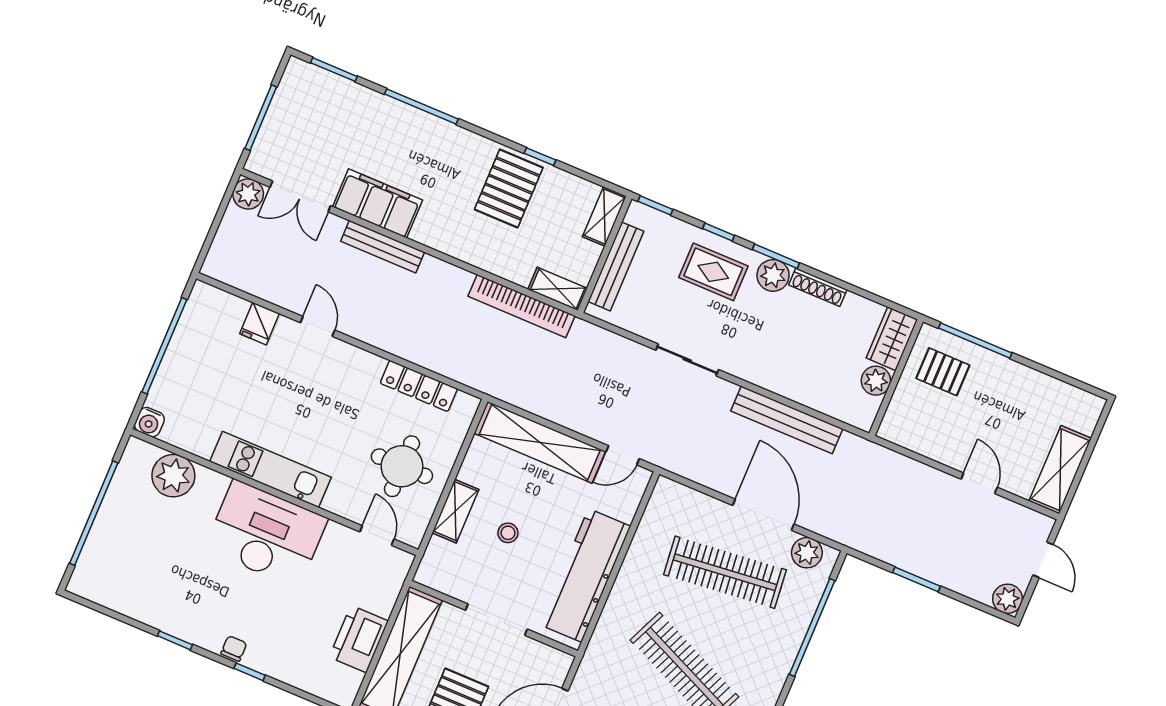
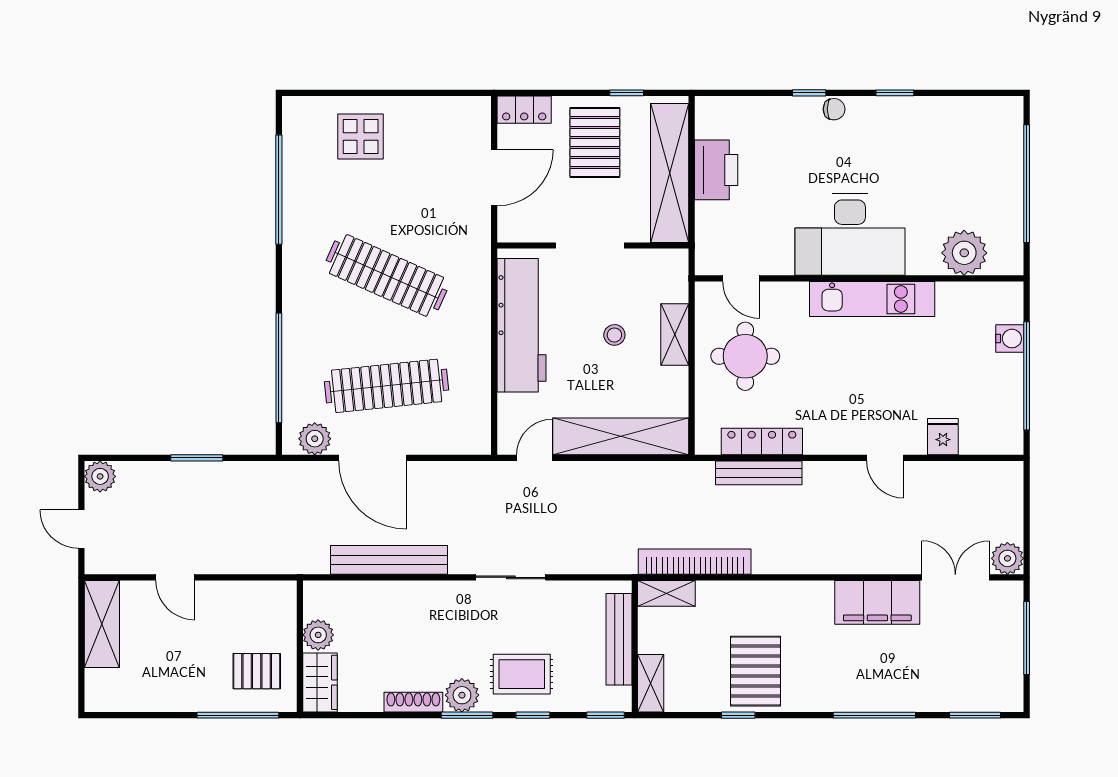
bench: (383, 247) -> (759, 473), moved
water cooler: (149, 422) -> (1010, 339), moved, turned 90
chair: (234, 649) -> (834, 109), turned -90

